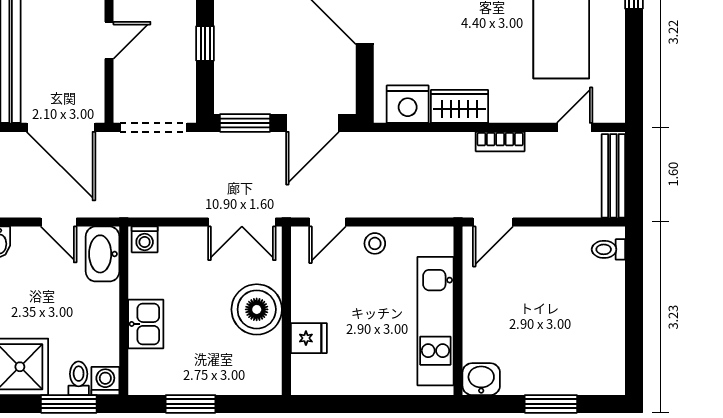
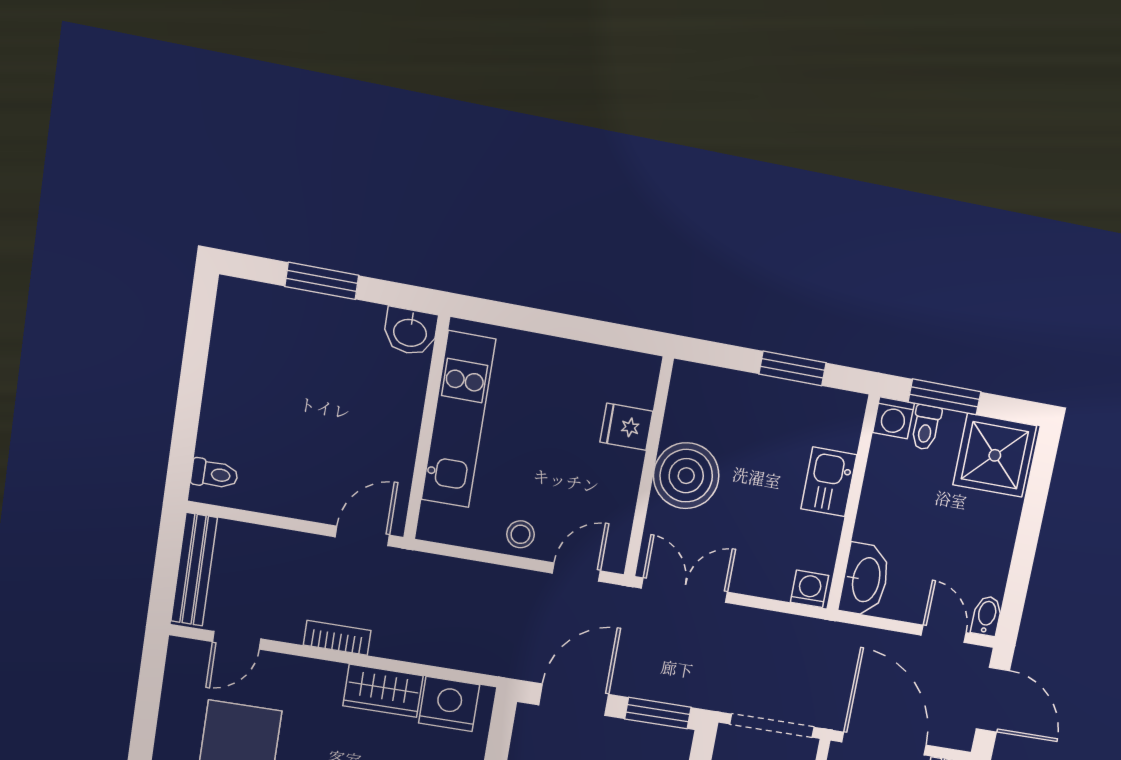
door: (59, 222) -> (944, 634), moved

